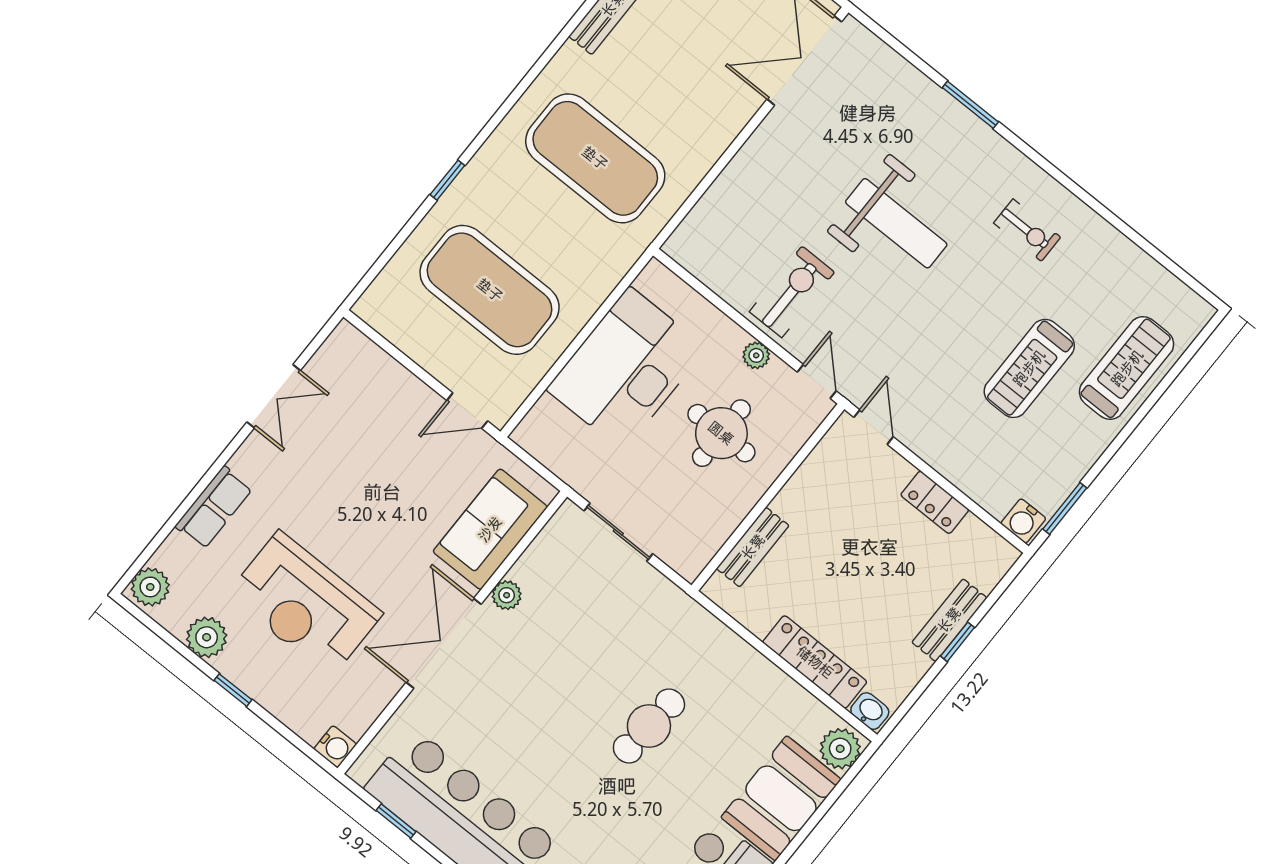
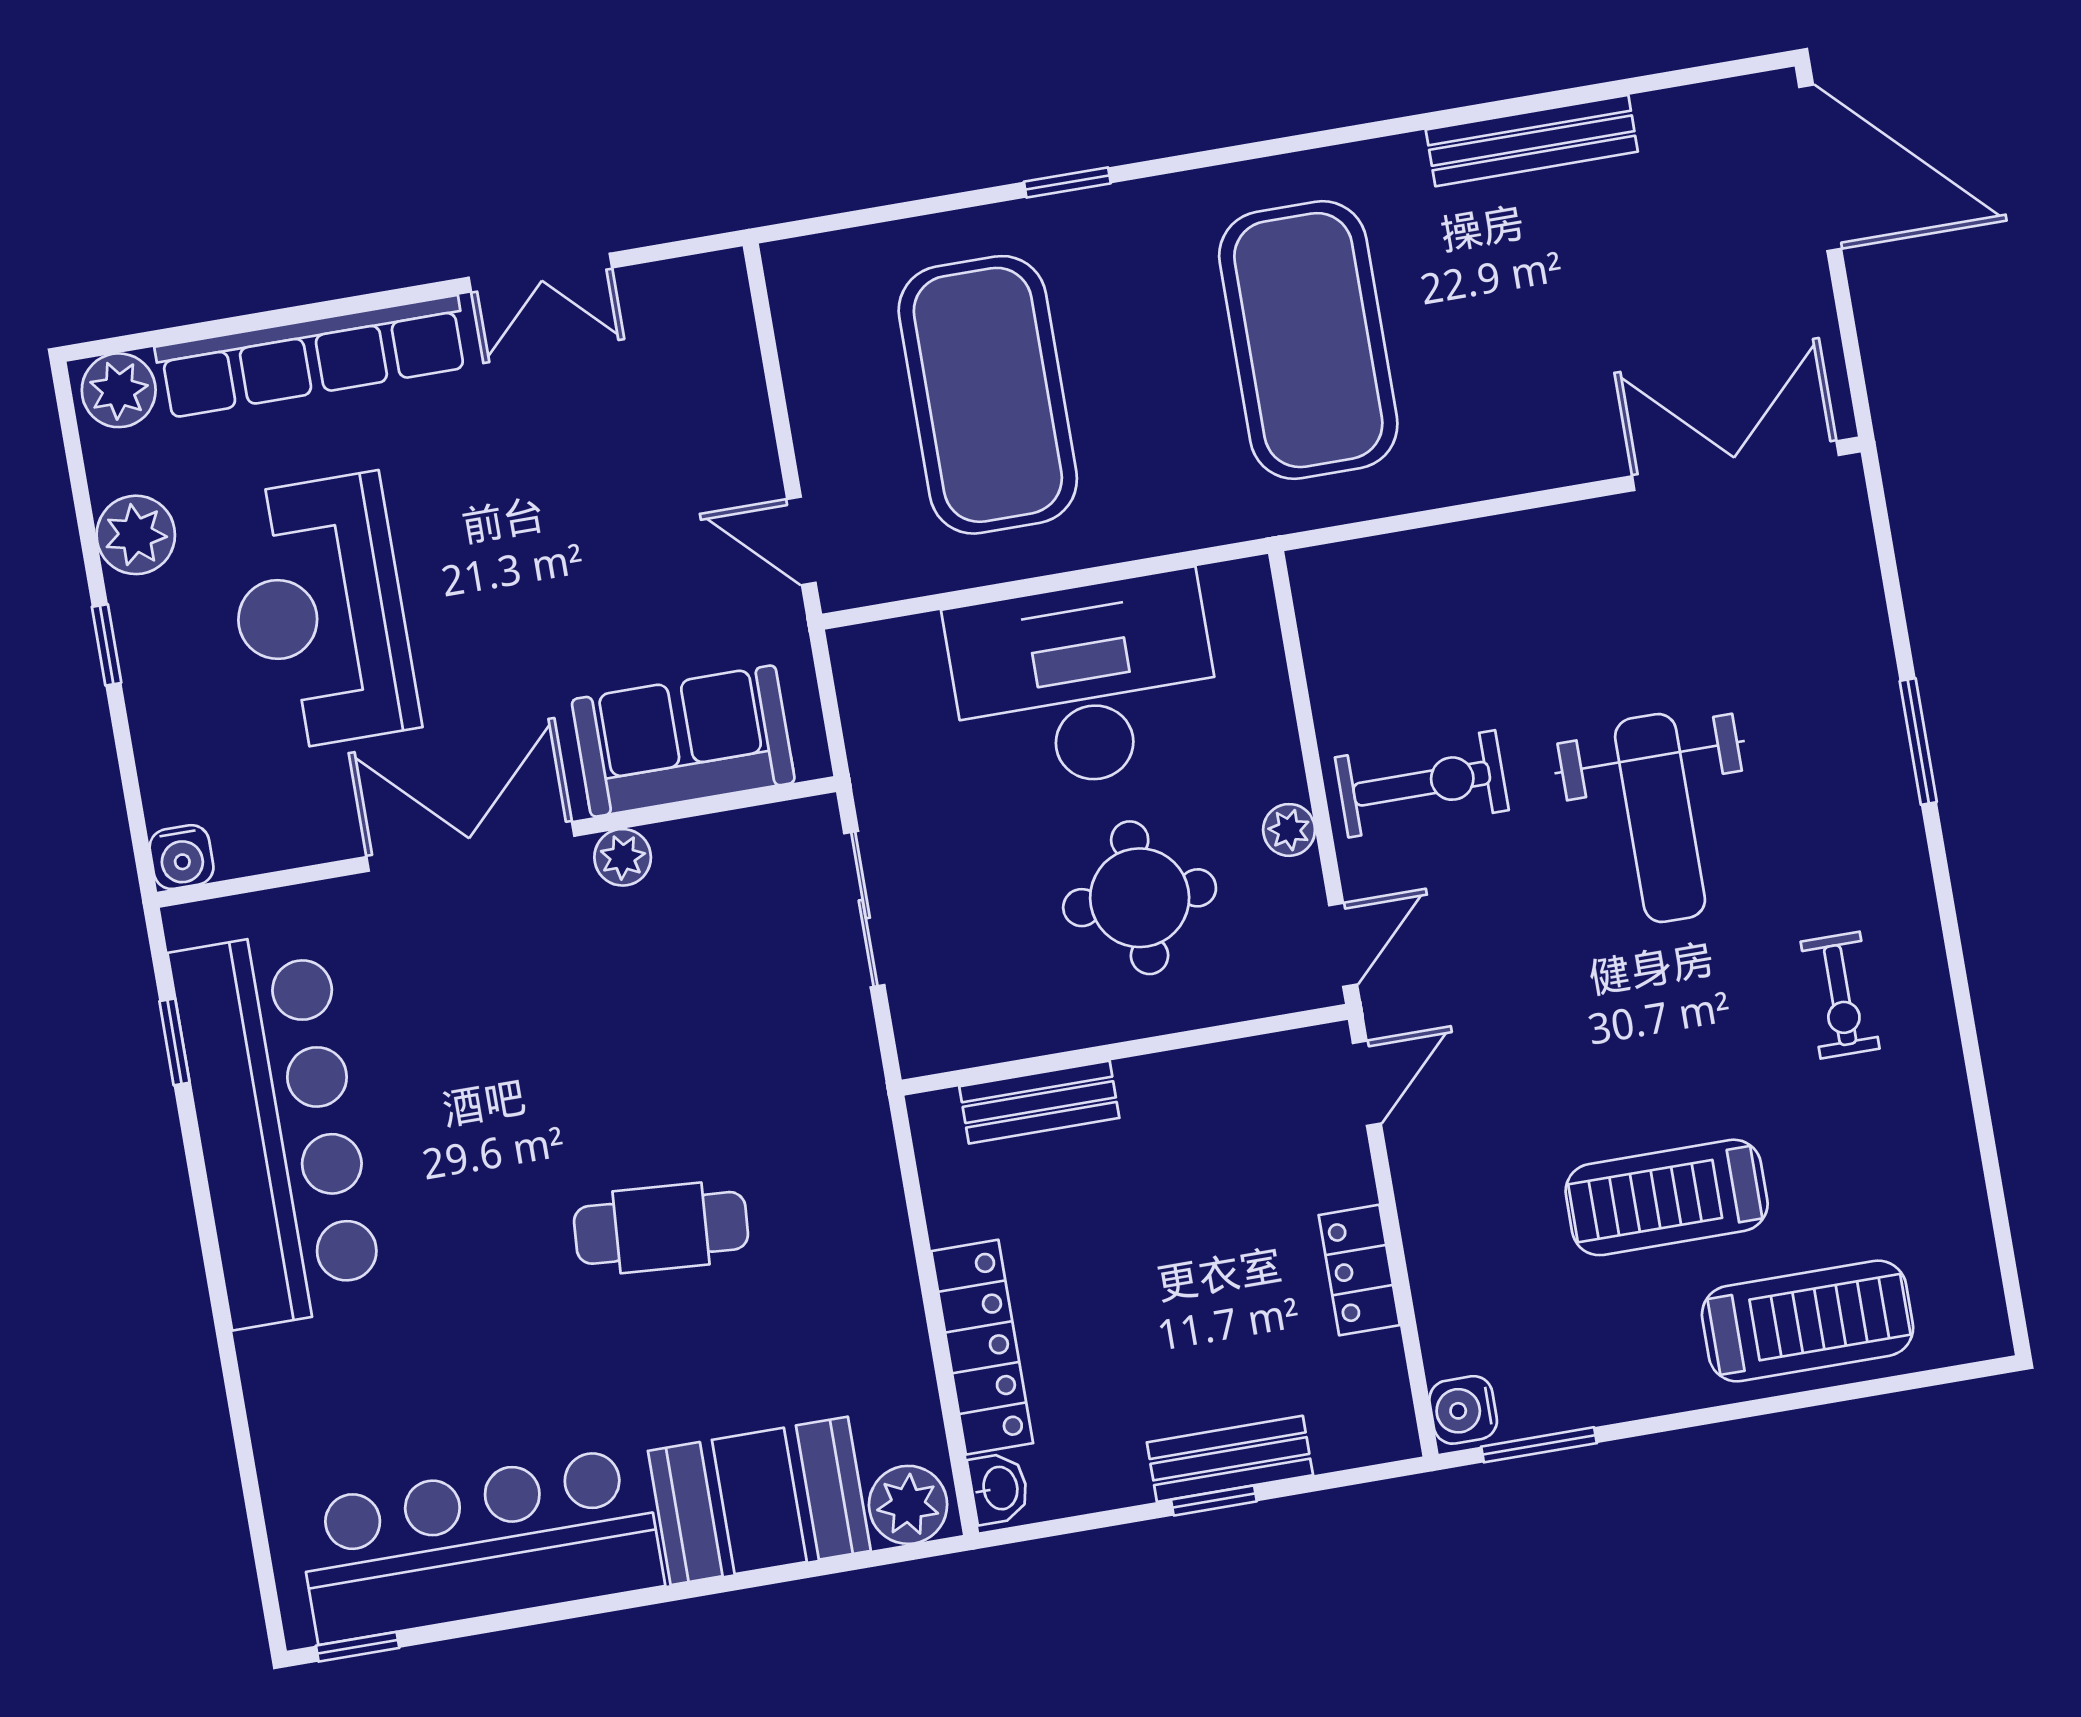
row of seats: (214, 507) -> (312, 357), width x2.02

